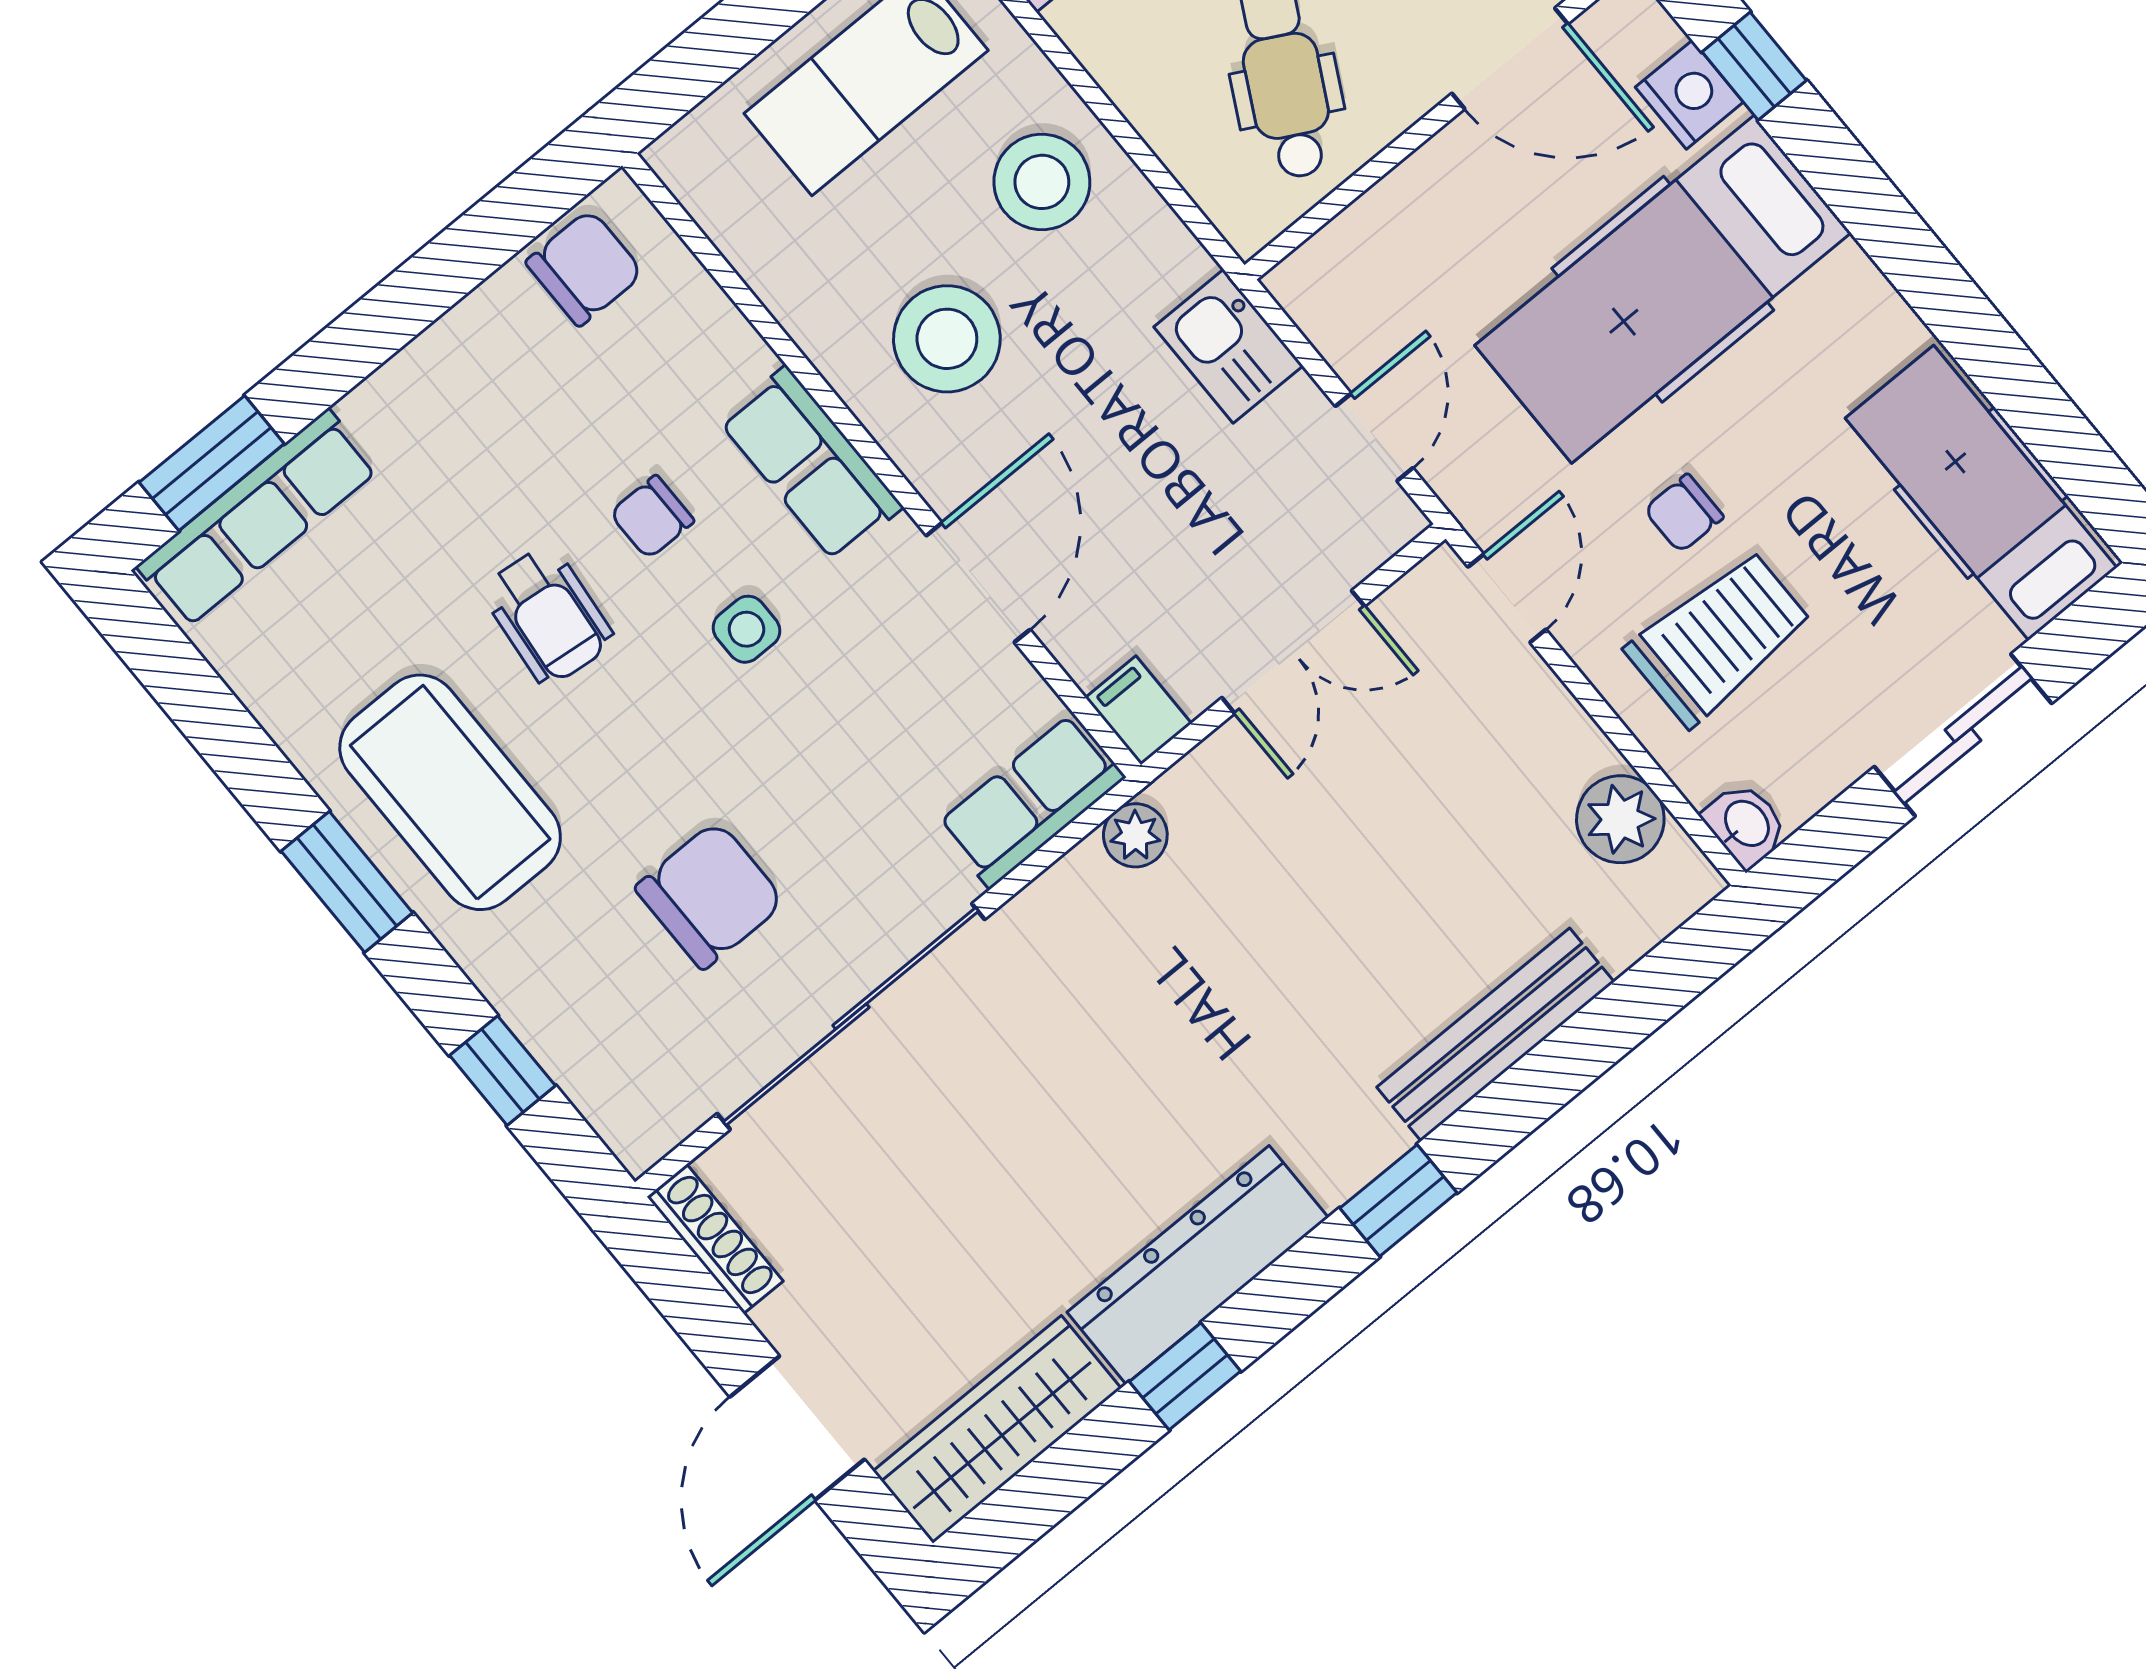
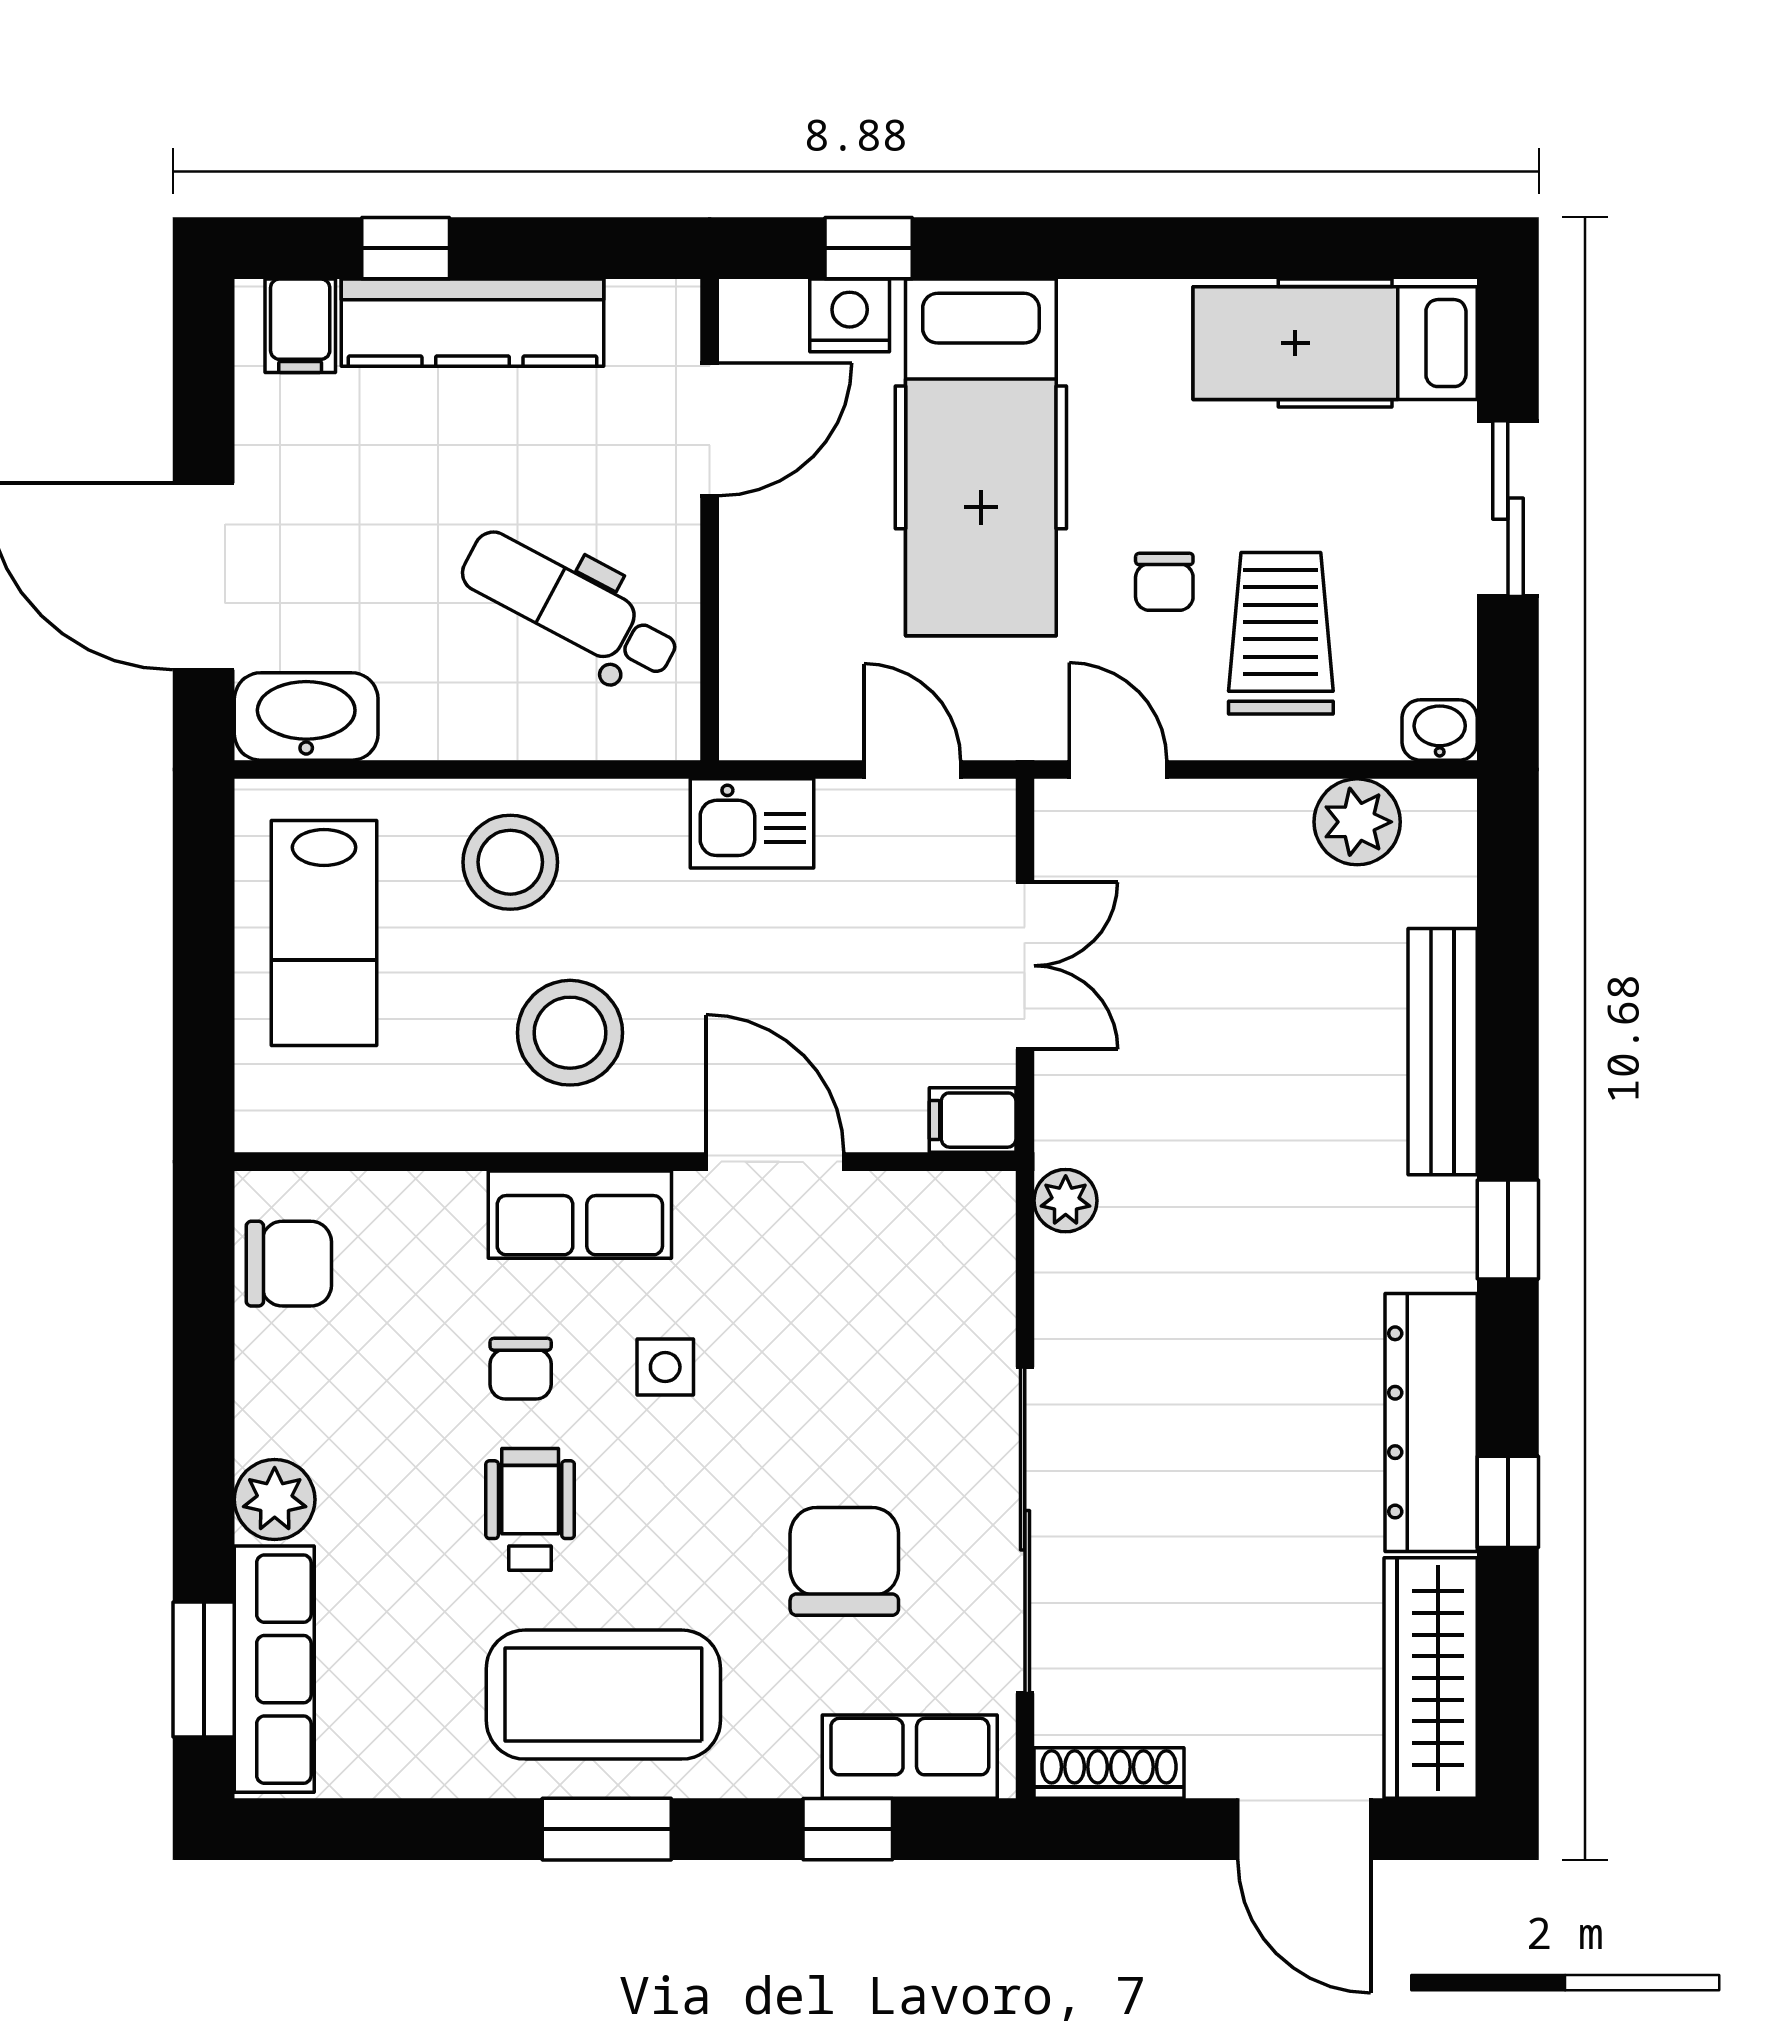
chair: (585, 268) -> (289, 1264), turned 90
plant: (391, 409) -> (275, 1500), added
wheelchair: (548, 615) -> (530, 1509), turned -96
row of seats: (1031, 801) -> (910, 1757), moved, turned 90

